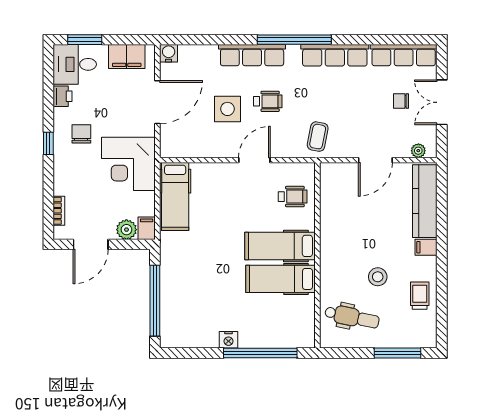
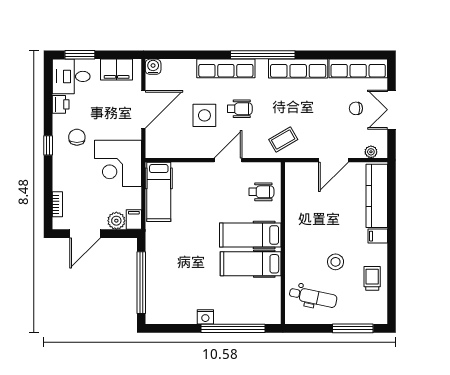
coffee table: (318, 137) -> (283, 140), turned 49

